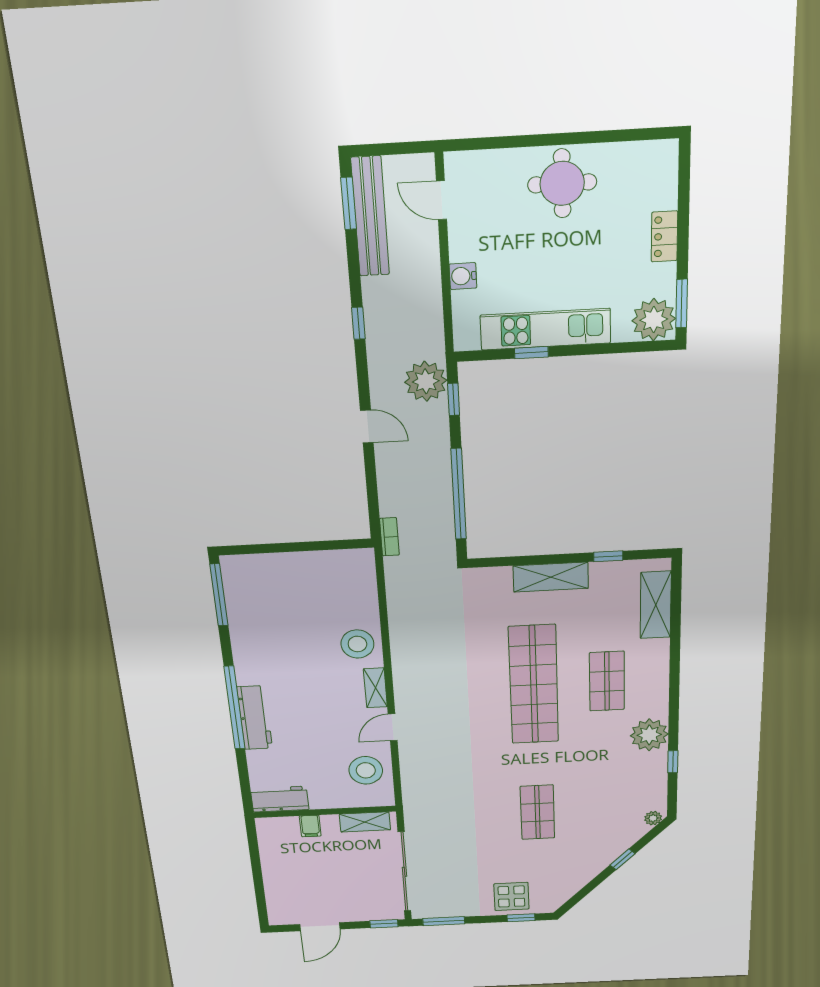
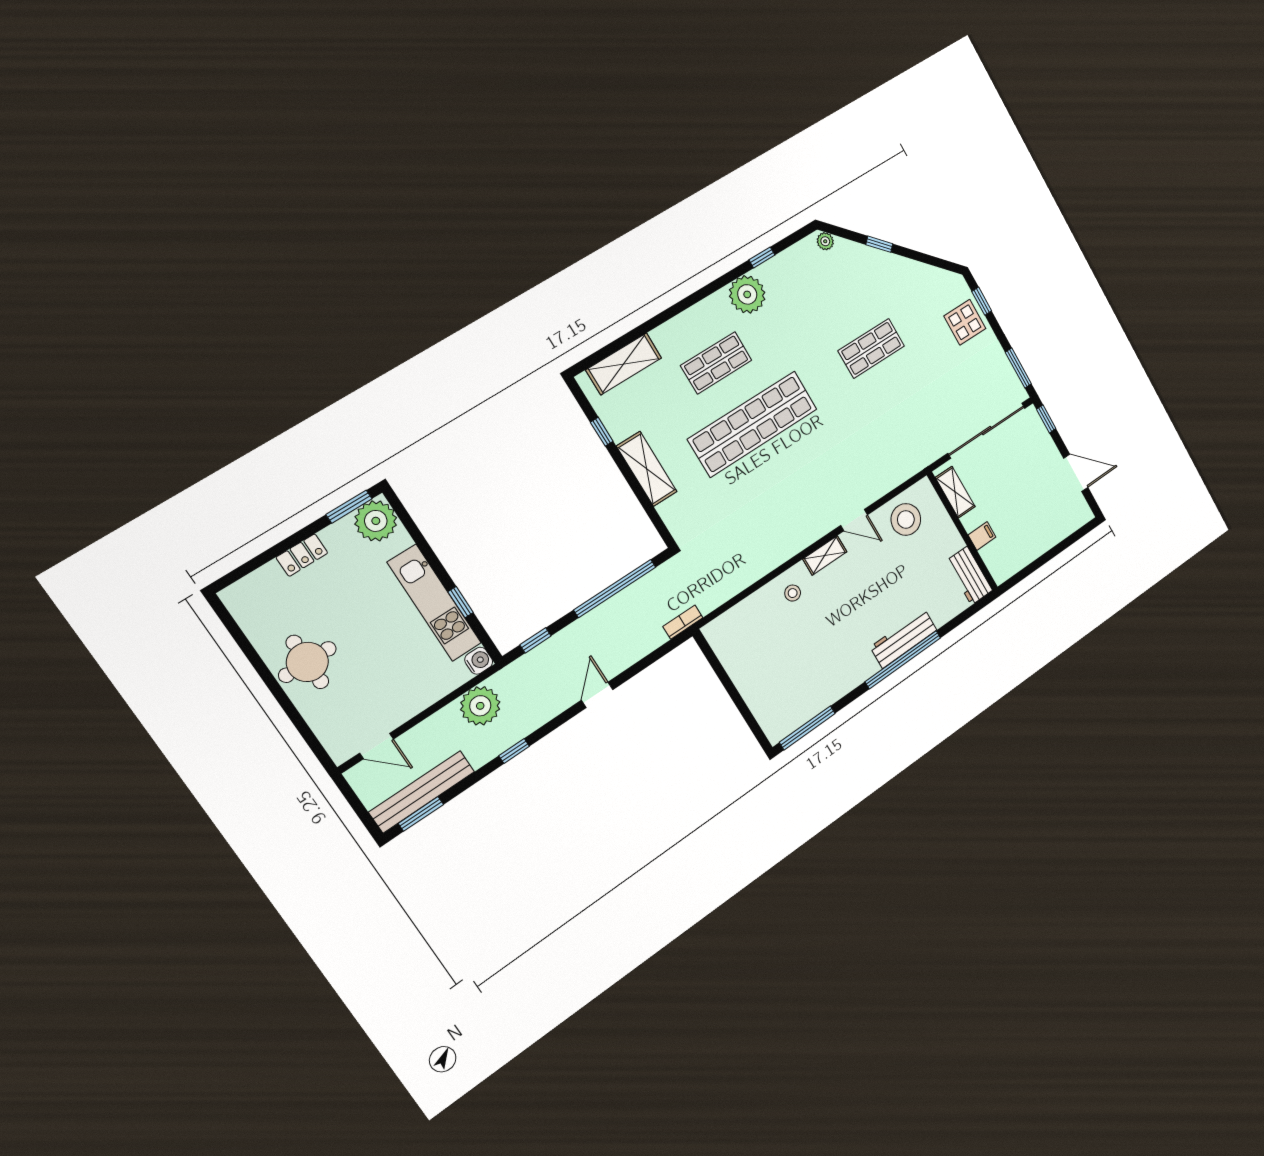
door: (441, 200) -> (377, 746), hinge flipped
water cooler: (463, 276) -> (479, 661), moved, turned -90
plant: (426, 381) -> (480, 706), moved
stool: (357, 644) -> (793, 593), width x0.53, depth x0.53

